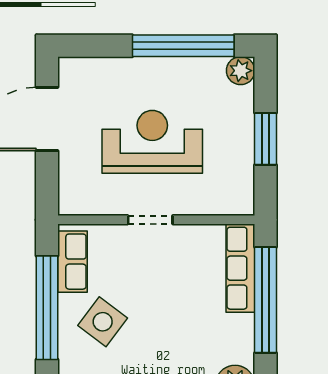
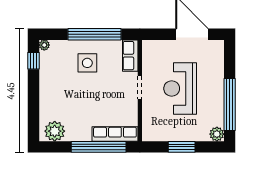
reception desk: (152, 142) -> (180, 88), turned 180
row of seats: (72, 262) -> (130, 56), moved, turned 90
side table: (103, 322) -> (87, 63), turned -37

